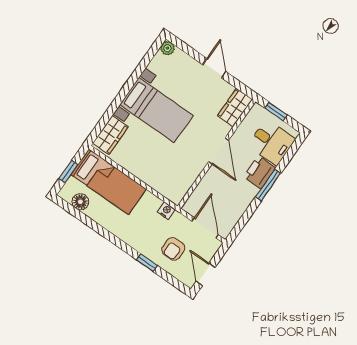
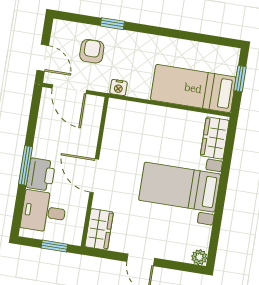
floor lamp: (80, 202) -> (212, 53), removed
door: (206, 274) -> (43, 58), moved

